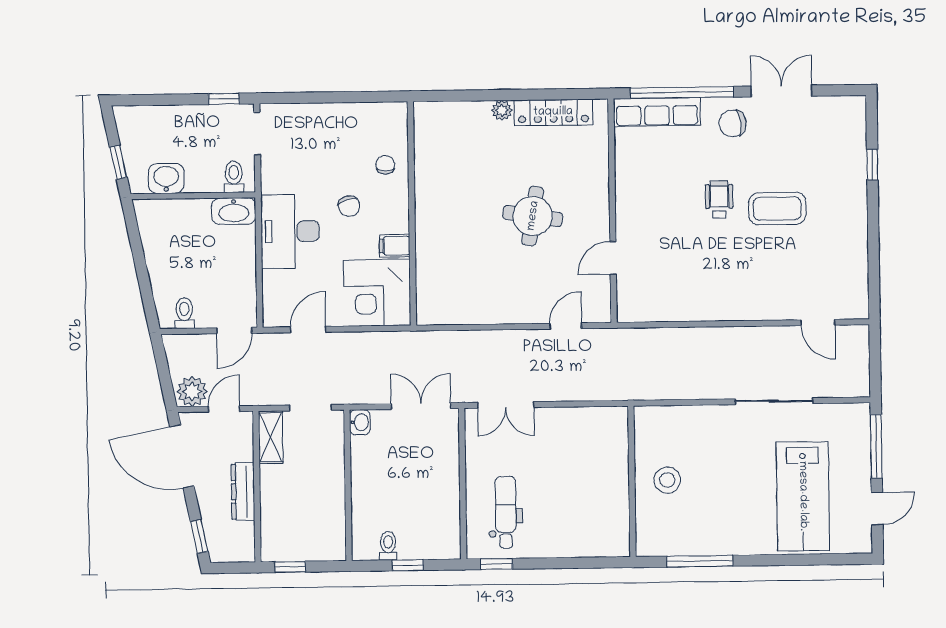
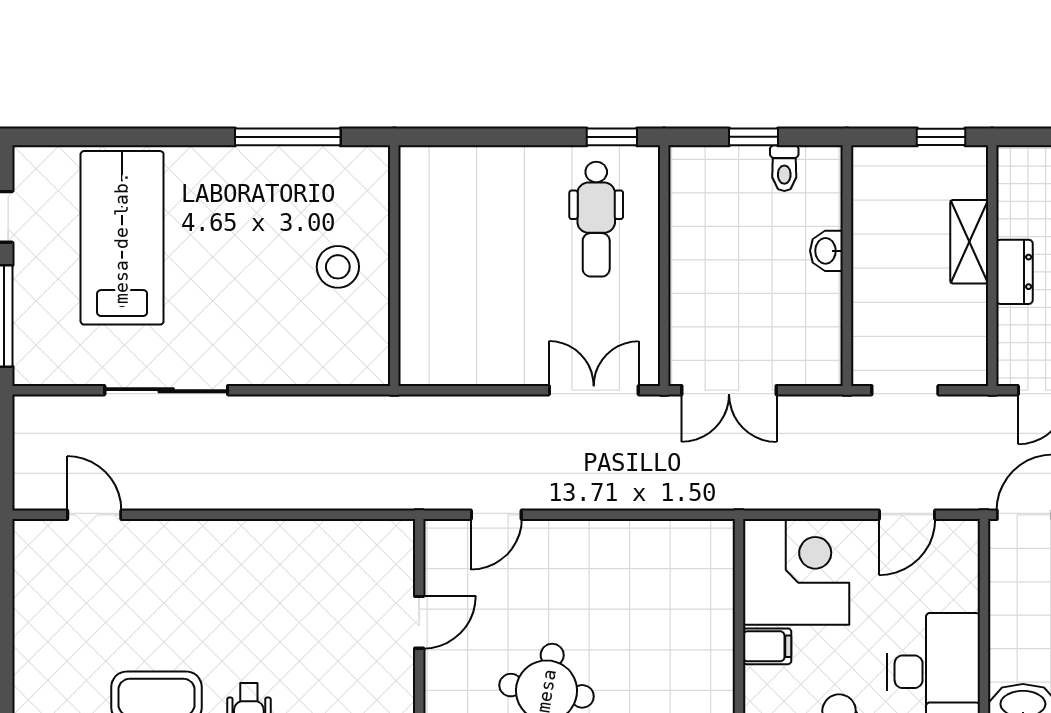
washbasin: (360, 422) -> (826, 251), moved
shelving: (271, 437) -> (969, 242), moved
dresser: (243, 492) -> (1014, 272), width x0.70

